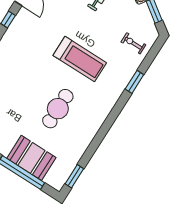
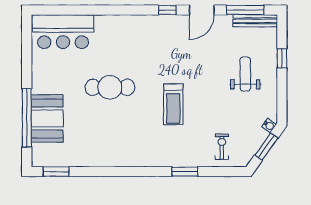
treadmill: (80, 59) -> (173, 104), width x0.73, depth x0.73
cafe table: (58, 109) -> (110, 87), moved

